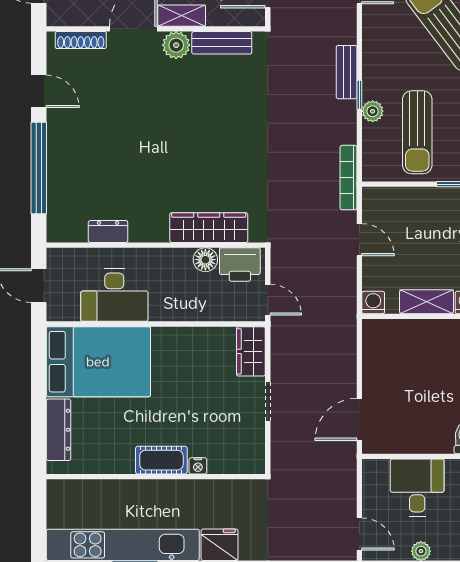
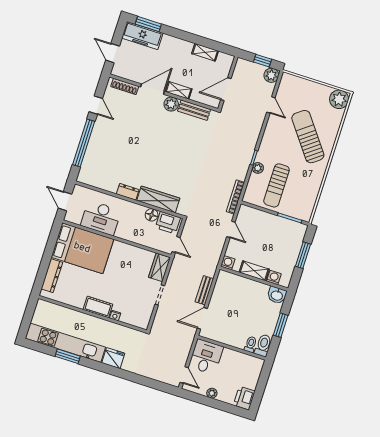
bench: (347, 72) -> (204, 290), moved
dresser: (108, 232) -> (128, 192), moved
desk: (417, 488) -> (206, 357), moved

